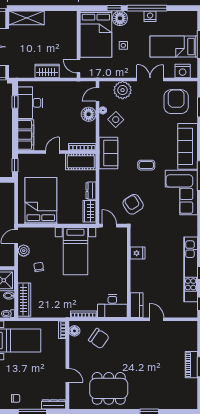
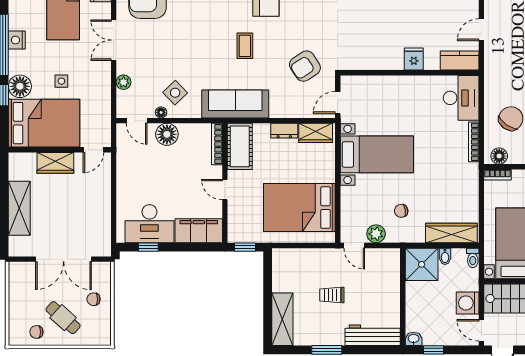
shelving: (26, 18) -> (19, 208), moved
wardrobe: (47, 71) -> (55, 163), moved, turned -90
plant: (123, 90) -> (124, 82), width x0.53, depth x0.53
sofa: (108, 153) -> (235, 104), width x1.36
fridge: (138, 253) -> (414, 59), moved

